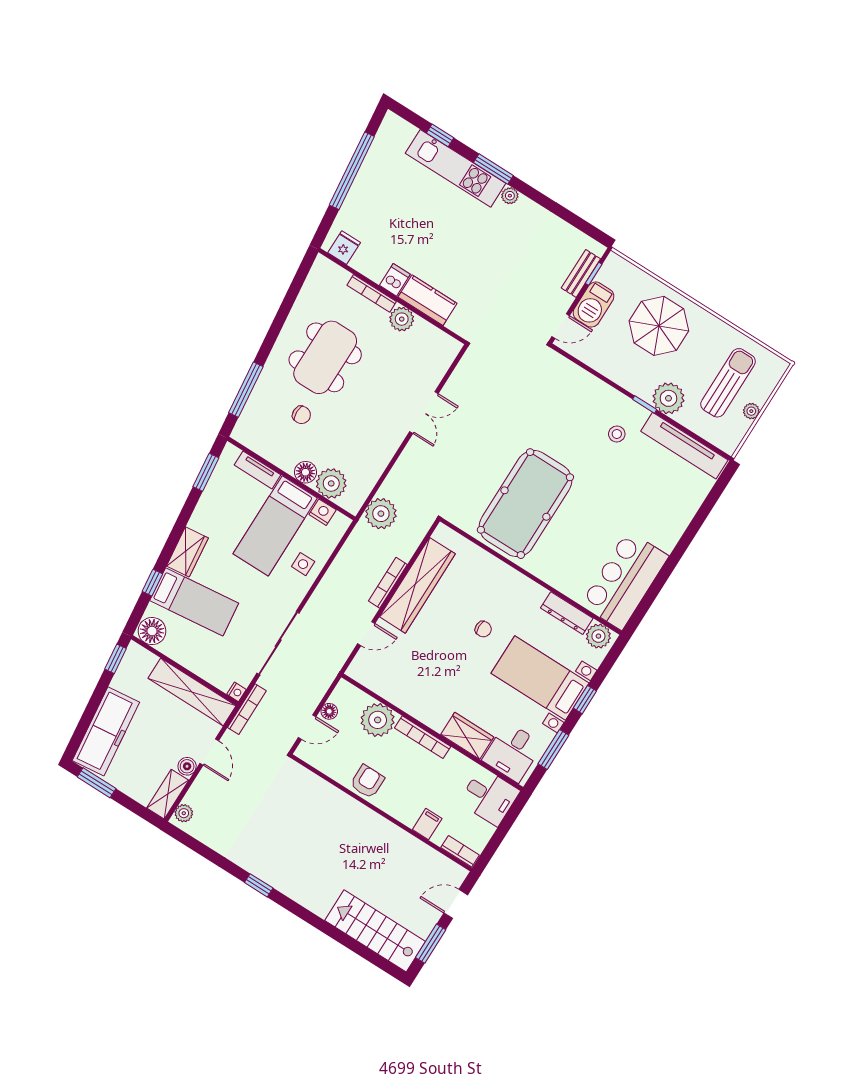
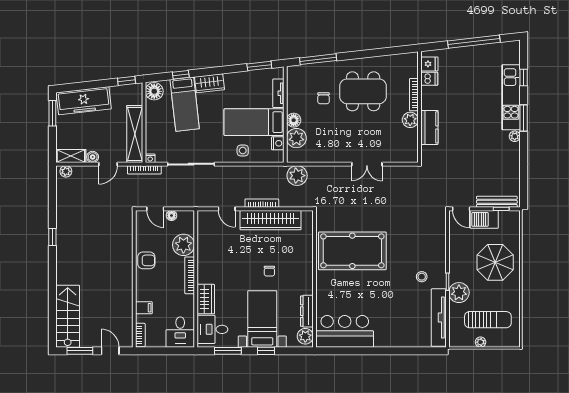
bench: (581, 273) -> (497, 202), width x1.36
dishwasher: (395, 280) -> (429, 79), moved

